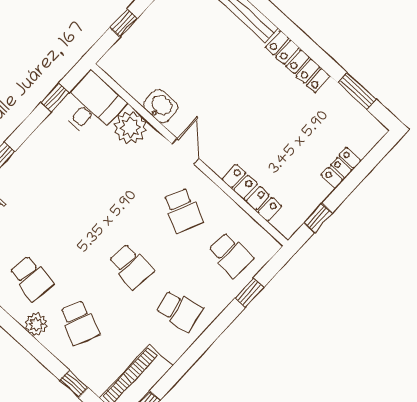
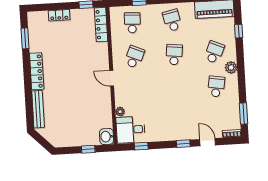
washbasin: (161, 106) -> (107, 137), moved
plant: (130, 128) -> (120, 112), width x0.53, depth x0.53
door: (185, 151) -> (112, 78), hinge flipped
locker: (252, 193) -> (101, 25), moved

